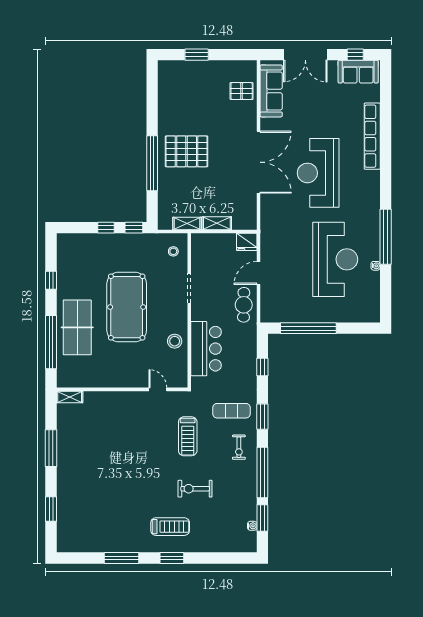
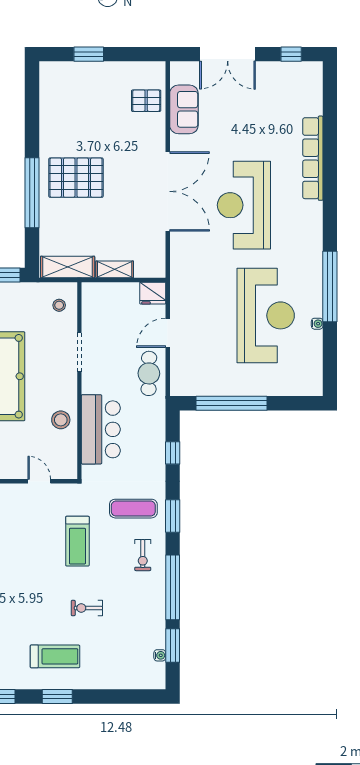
sofa: (358, 72) -> (295, 76), removed
sofa: (271, 91) -> (184, 109), width x0.73
shelving: (187, 223) -> (68, 267), width x1.50, depth x1.33
exercise bike: (195, 489) -> (87, 608), width x0.73, depth x0.72

